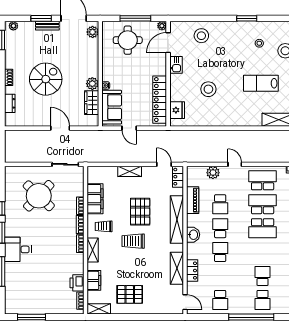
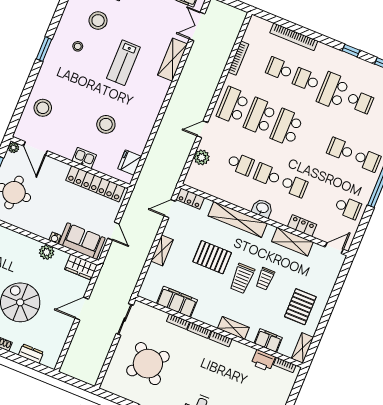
kitchen sink: (176, 65) -> (84, 158), moved
wardrobe: (92, 103) -> (81, 267), moved
fridge: (177, 110) -> (130, 162), moved, turned -90
door: (129, 128) -> (113, 231), hinge flipped
piano: (193, 200) -> (223, 193), removed
trolley: (104, 226) -> (265, 279), moved
school desk: (263, 228) -> (287, 127), turned 180
school desk: (220, 252) -> (294, 186), turned 180

